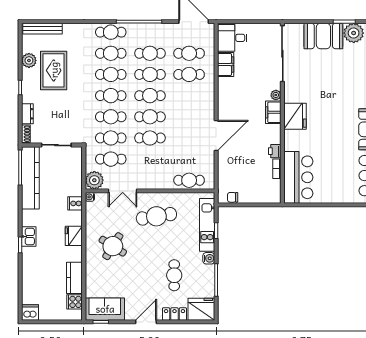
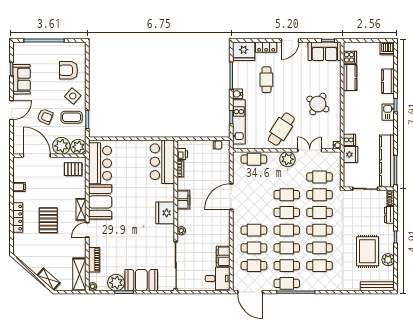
cafe table: (111, 32) -> (287, 283), moved
cafe table: (189, 96) -> (254, 230), added
filing cabinet: (273, 112) -> (183, 200), moved
printer: (275, 151) -> (182, 154), moved
plant: (94, 180) -> (287, 159), moved
cafe table: (156, 216) -> (281, 129), turned -48
fridge: (74, 236) -> (350, 155), moved
kitchen counter: (29, 273) -> (388, 81), added

